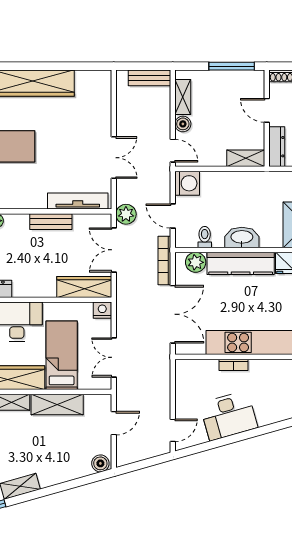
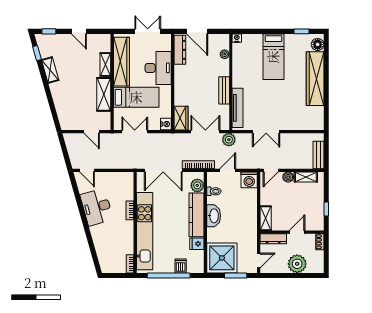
window: (232, 66) -> (326, 209), width x0.46
wardrobe: (84, 287) -> (181, 118), width x0.67
boiler: (100, 463) -> (65, 123), removed

